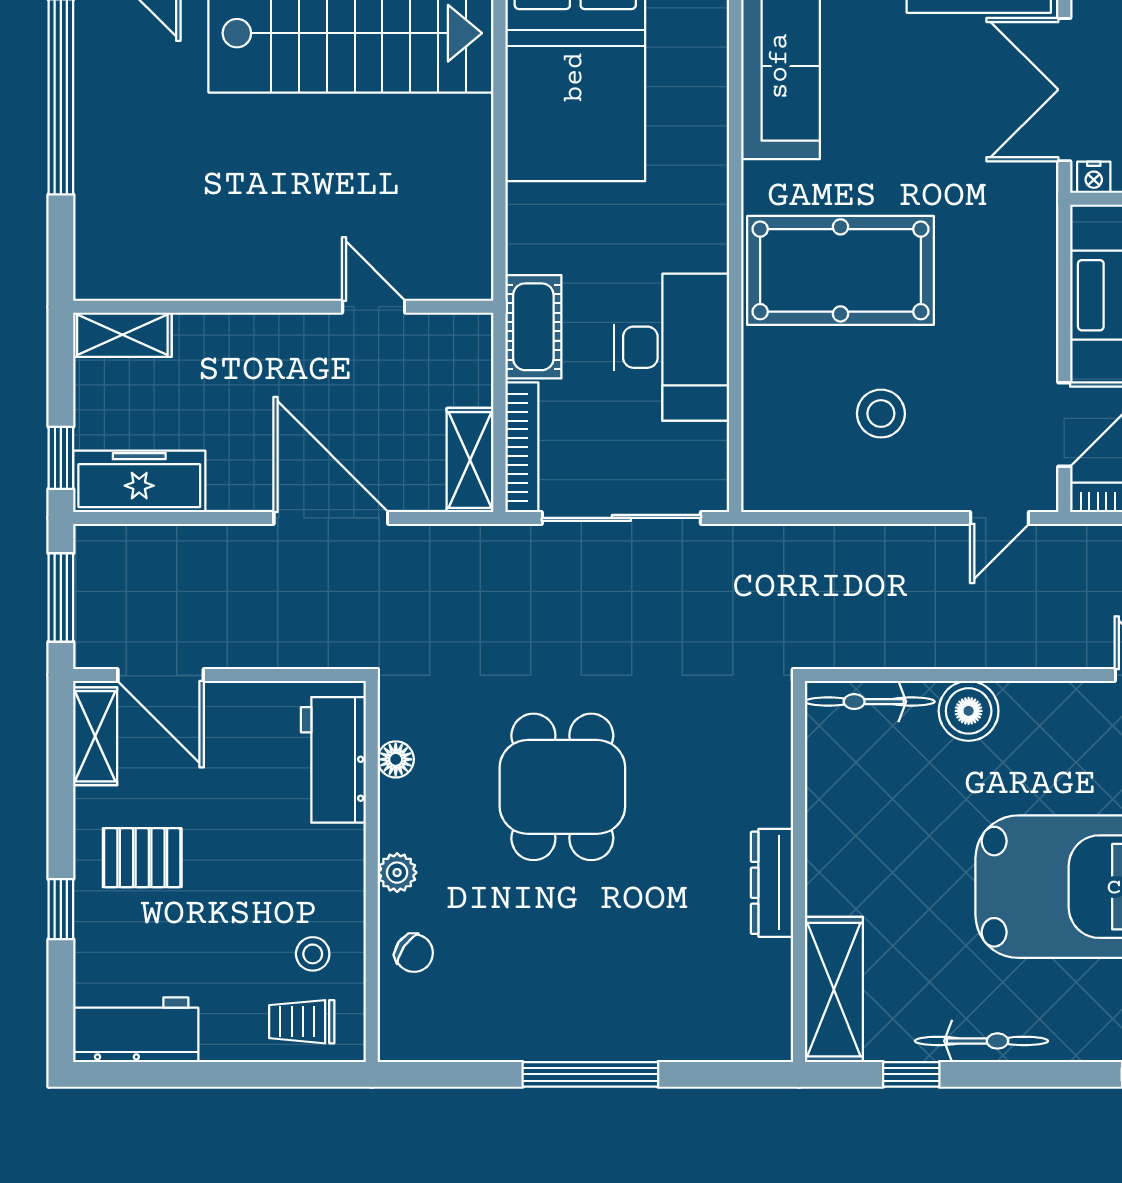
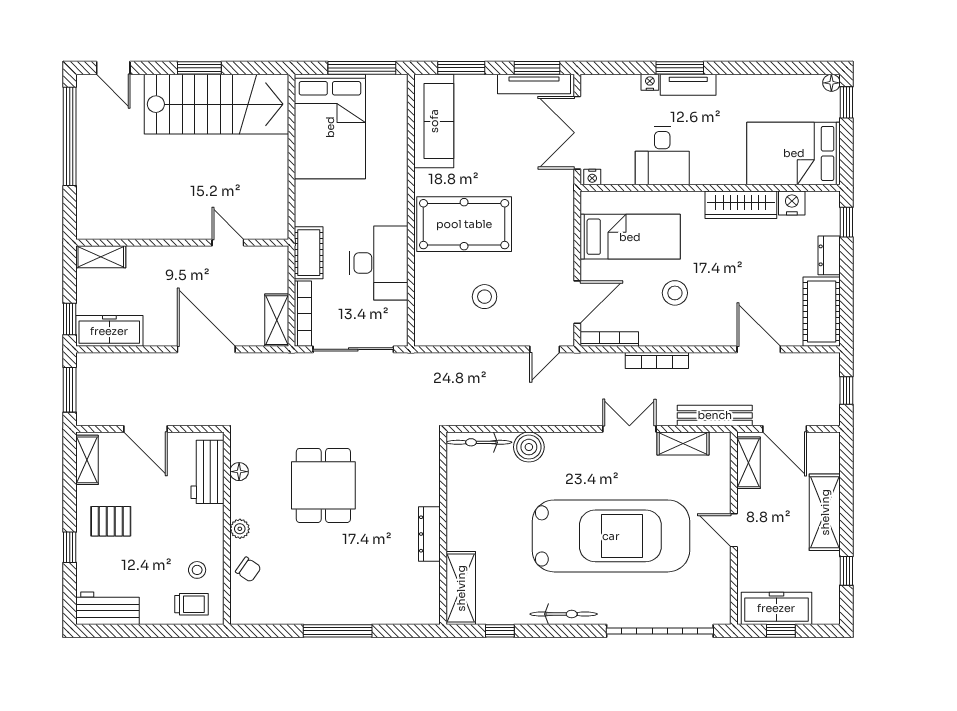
door: (161, 675) -> (145, 429), moved
trolley: (302, 1022) -> (192, 604), turned 180
bicycle: (981, 1041) -> (564, 614), moved

